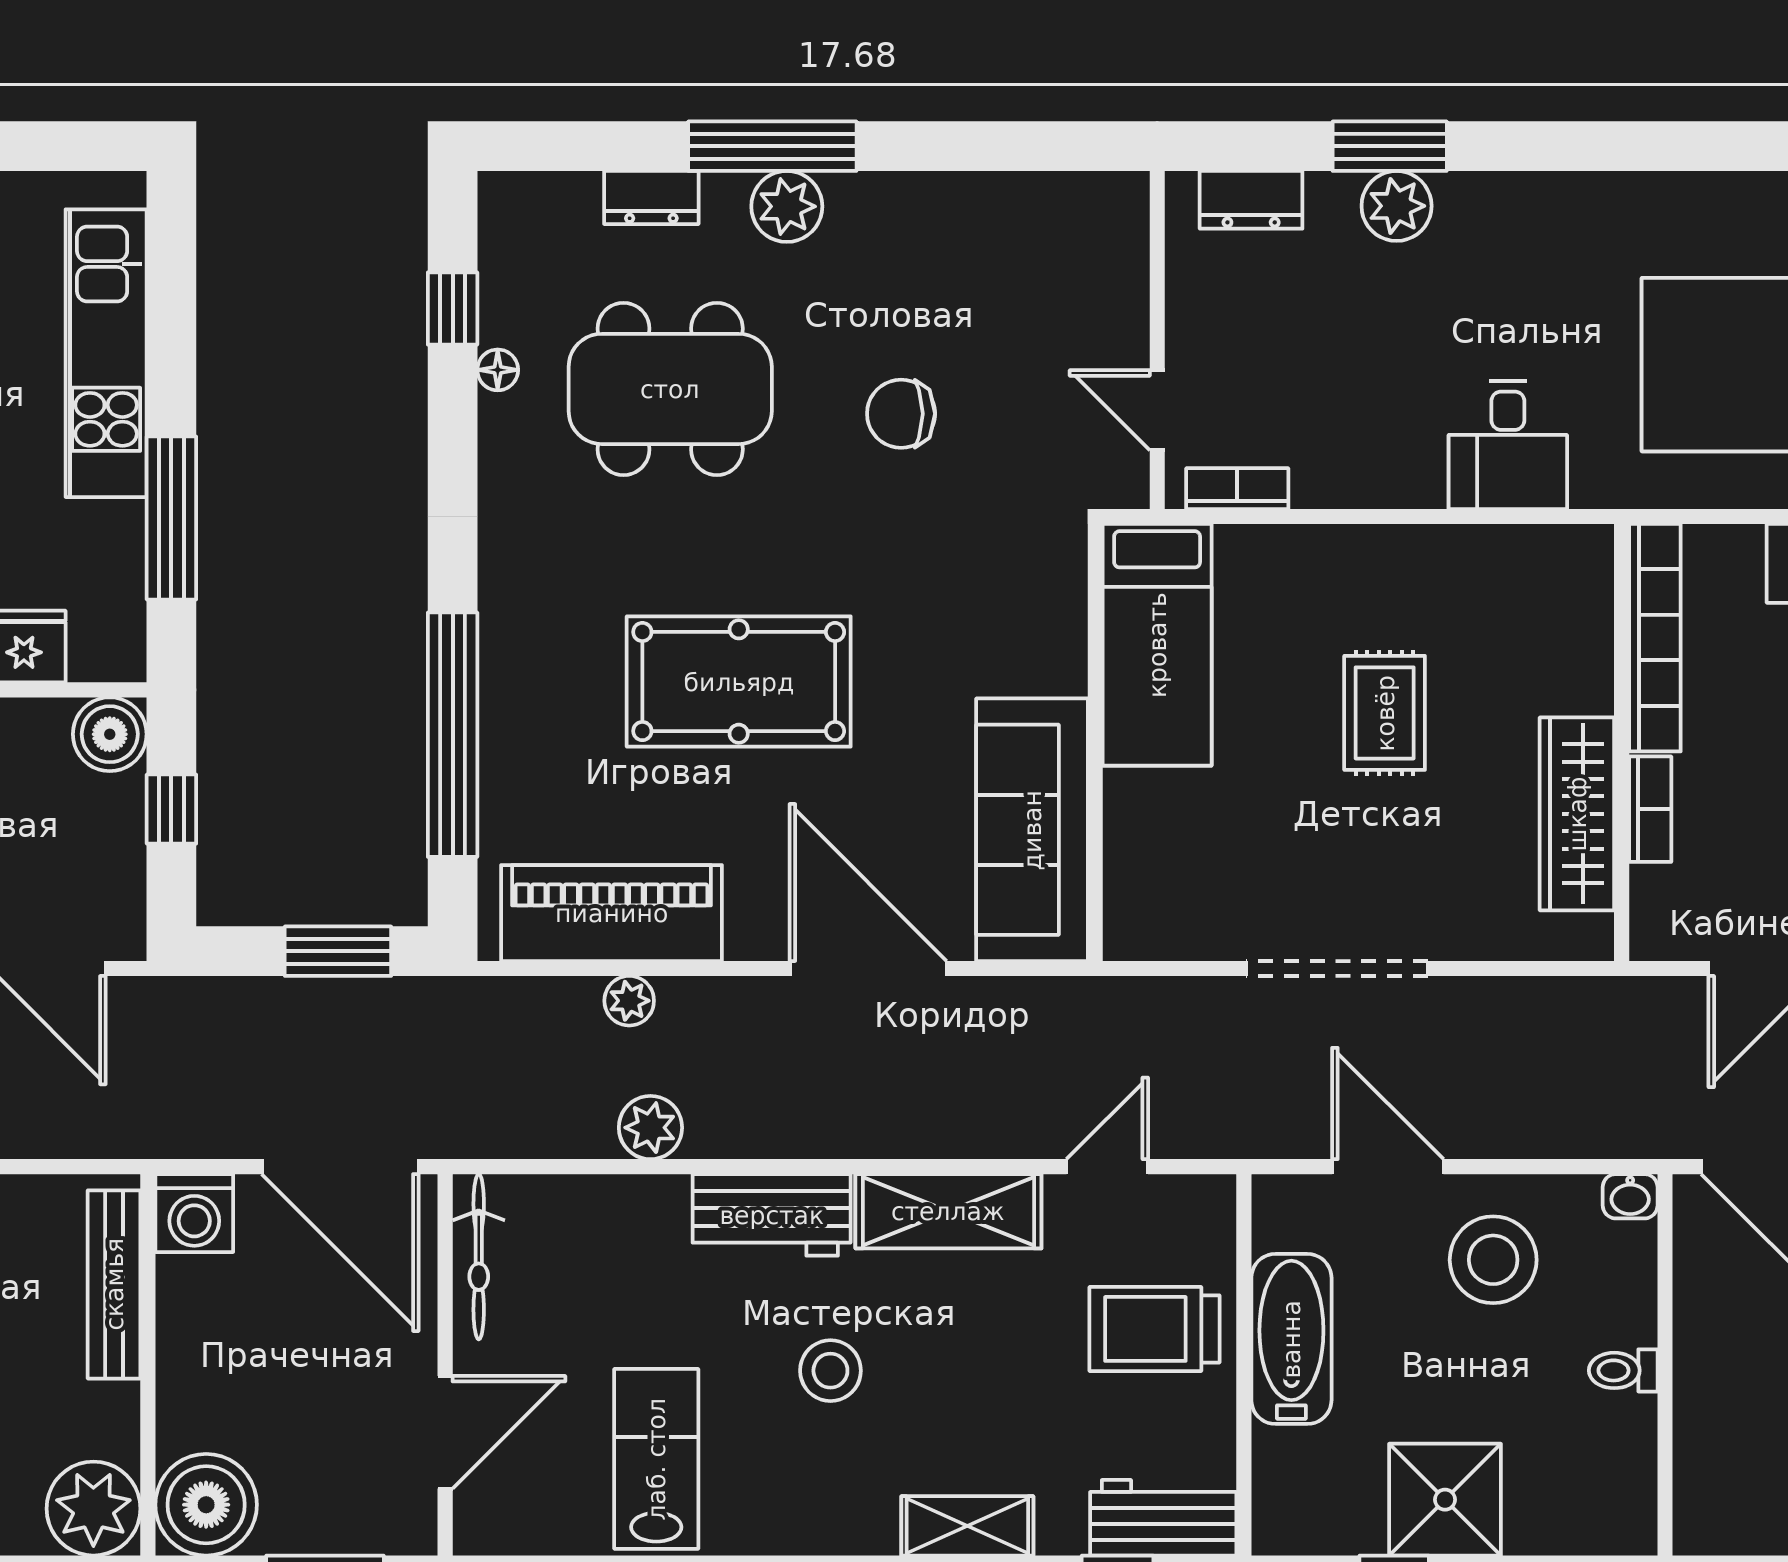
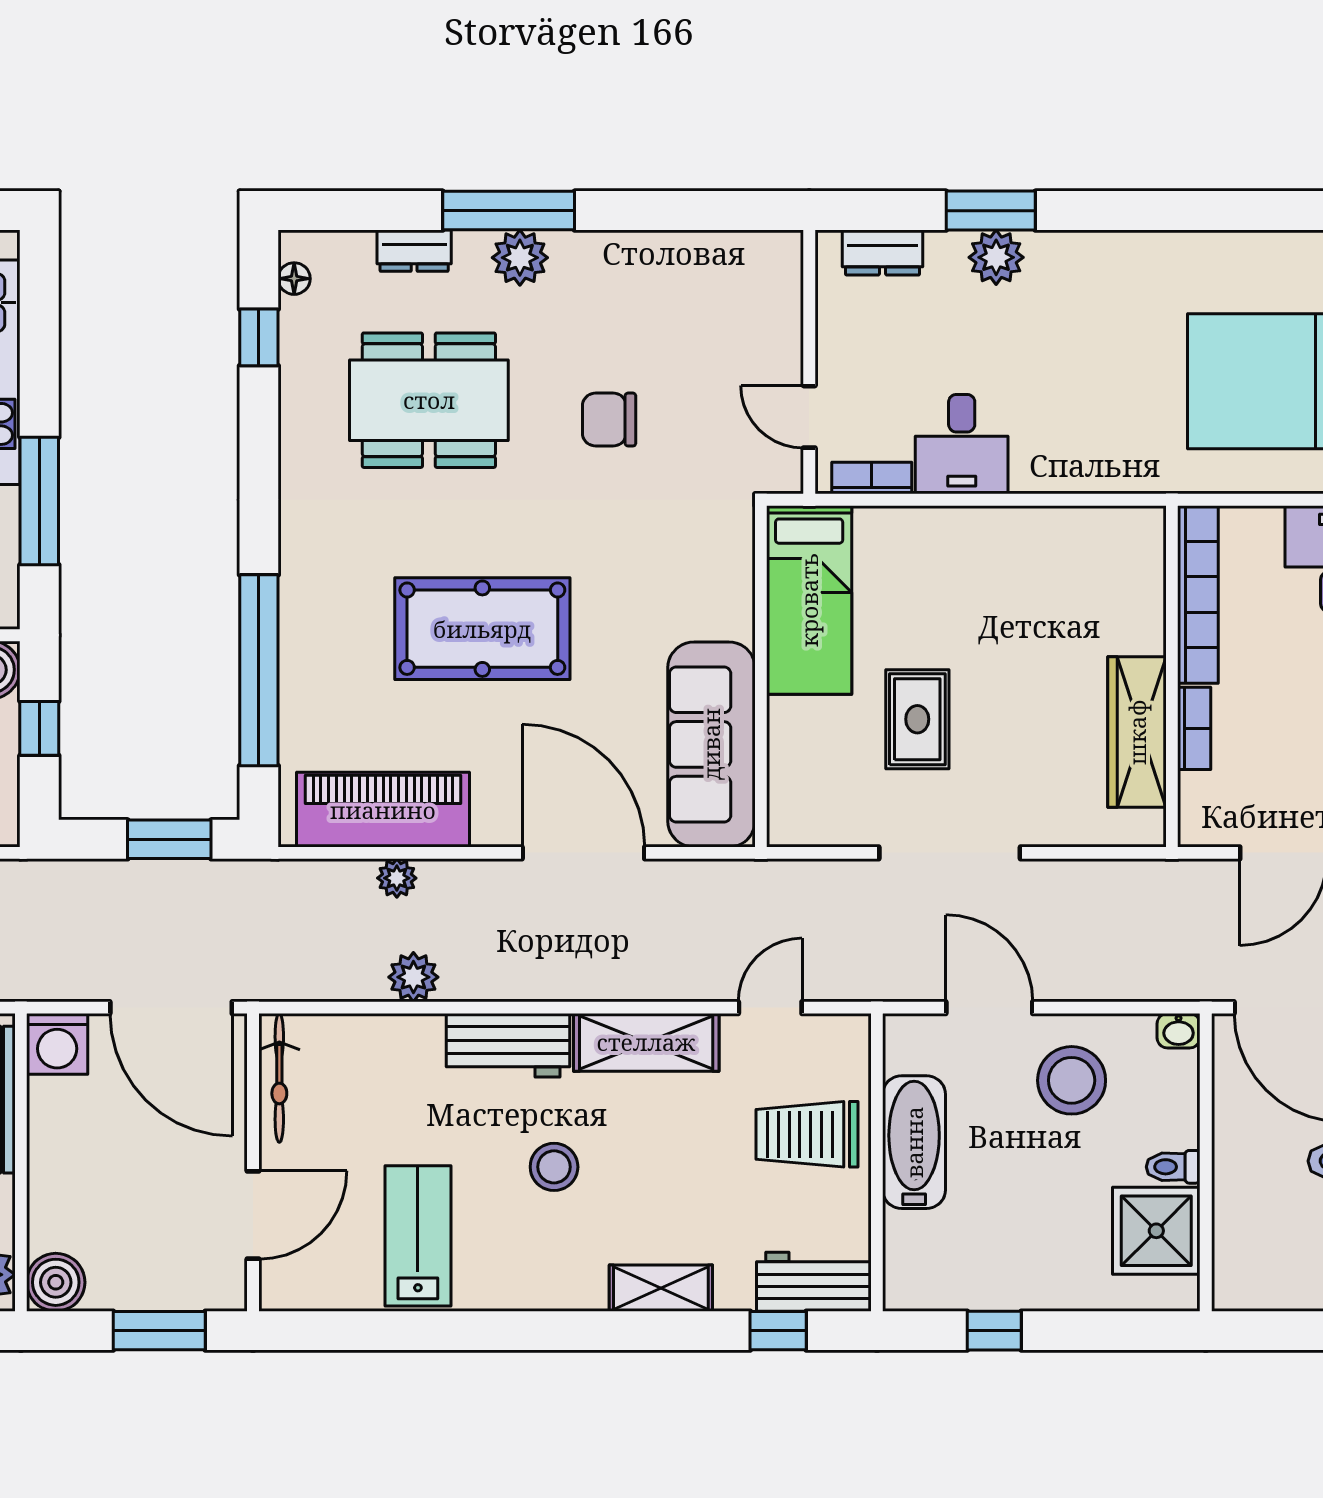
floor lamp: (498, 370) -> (294, 279), moved
desk: (1508, 445) -> (962, 444), moved
rug: (1385, 713) -> (917, 719), moved
shower: (1445, 1500) -> (1156, 1231), moved
boiler: (206, 1505) -> (56, 1282), width x0.73, depth x0.73

